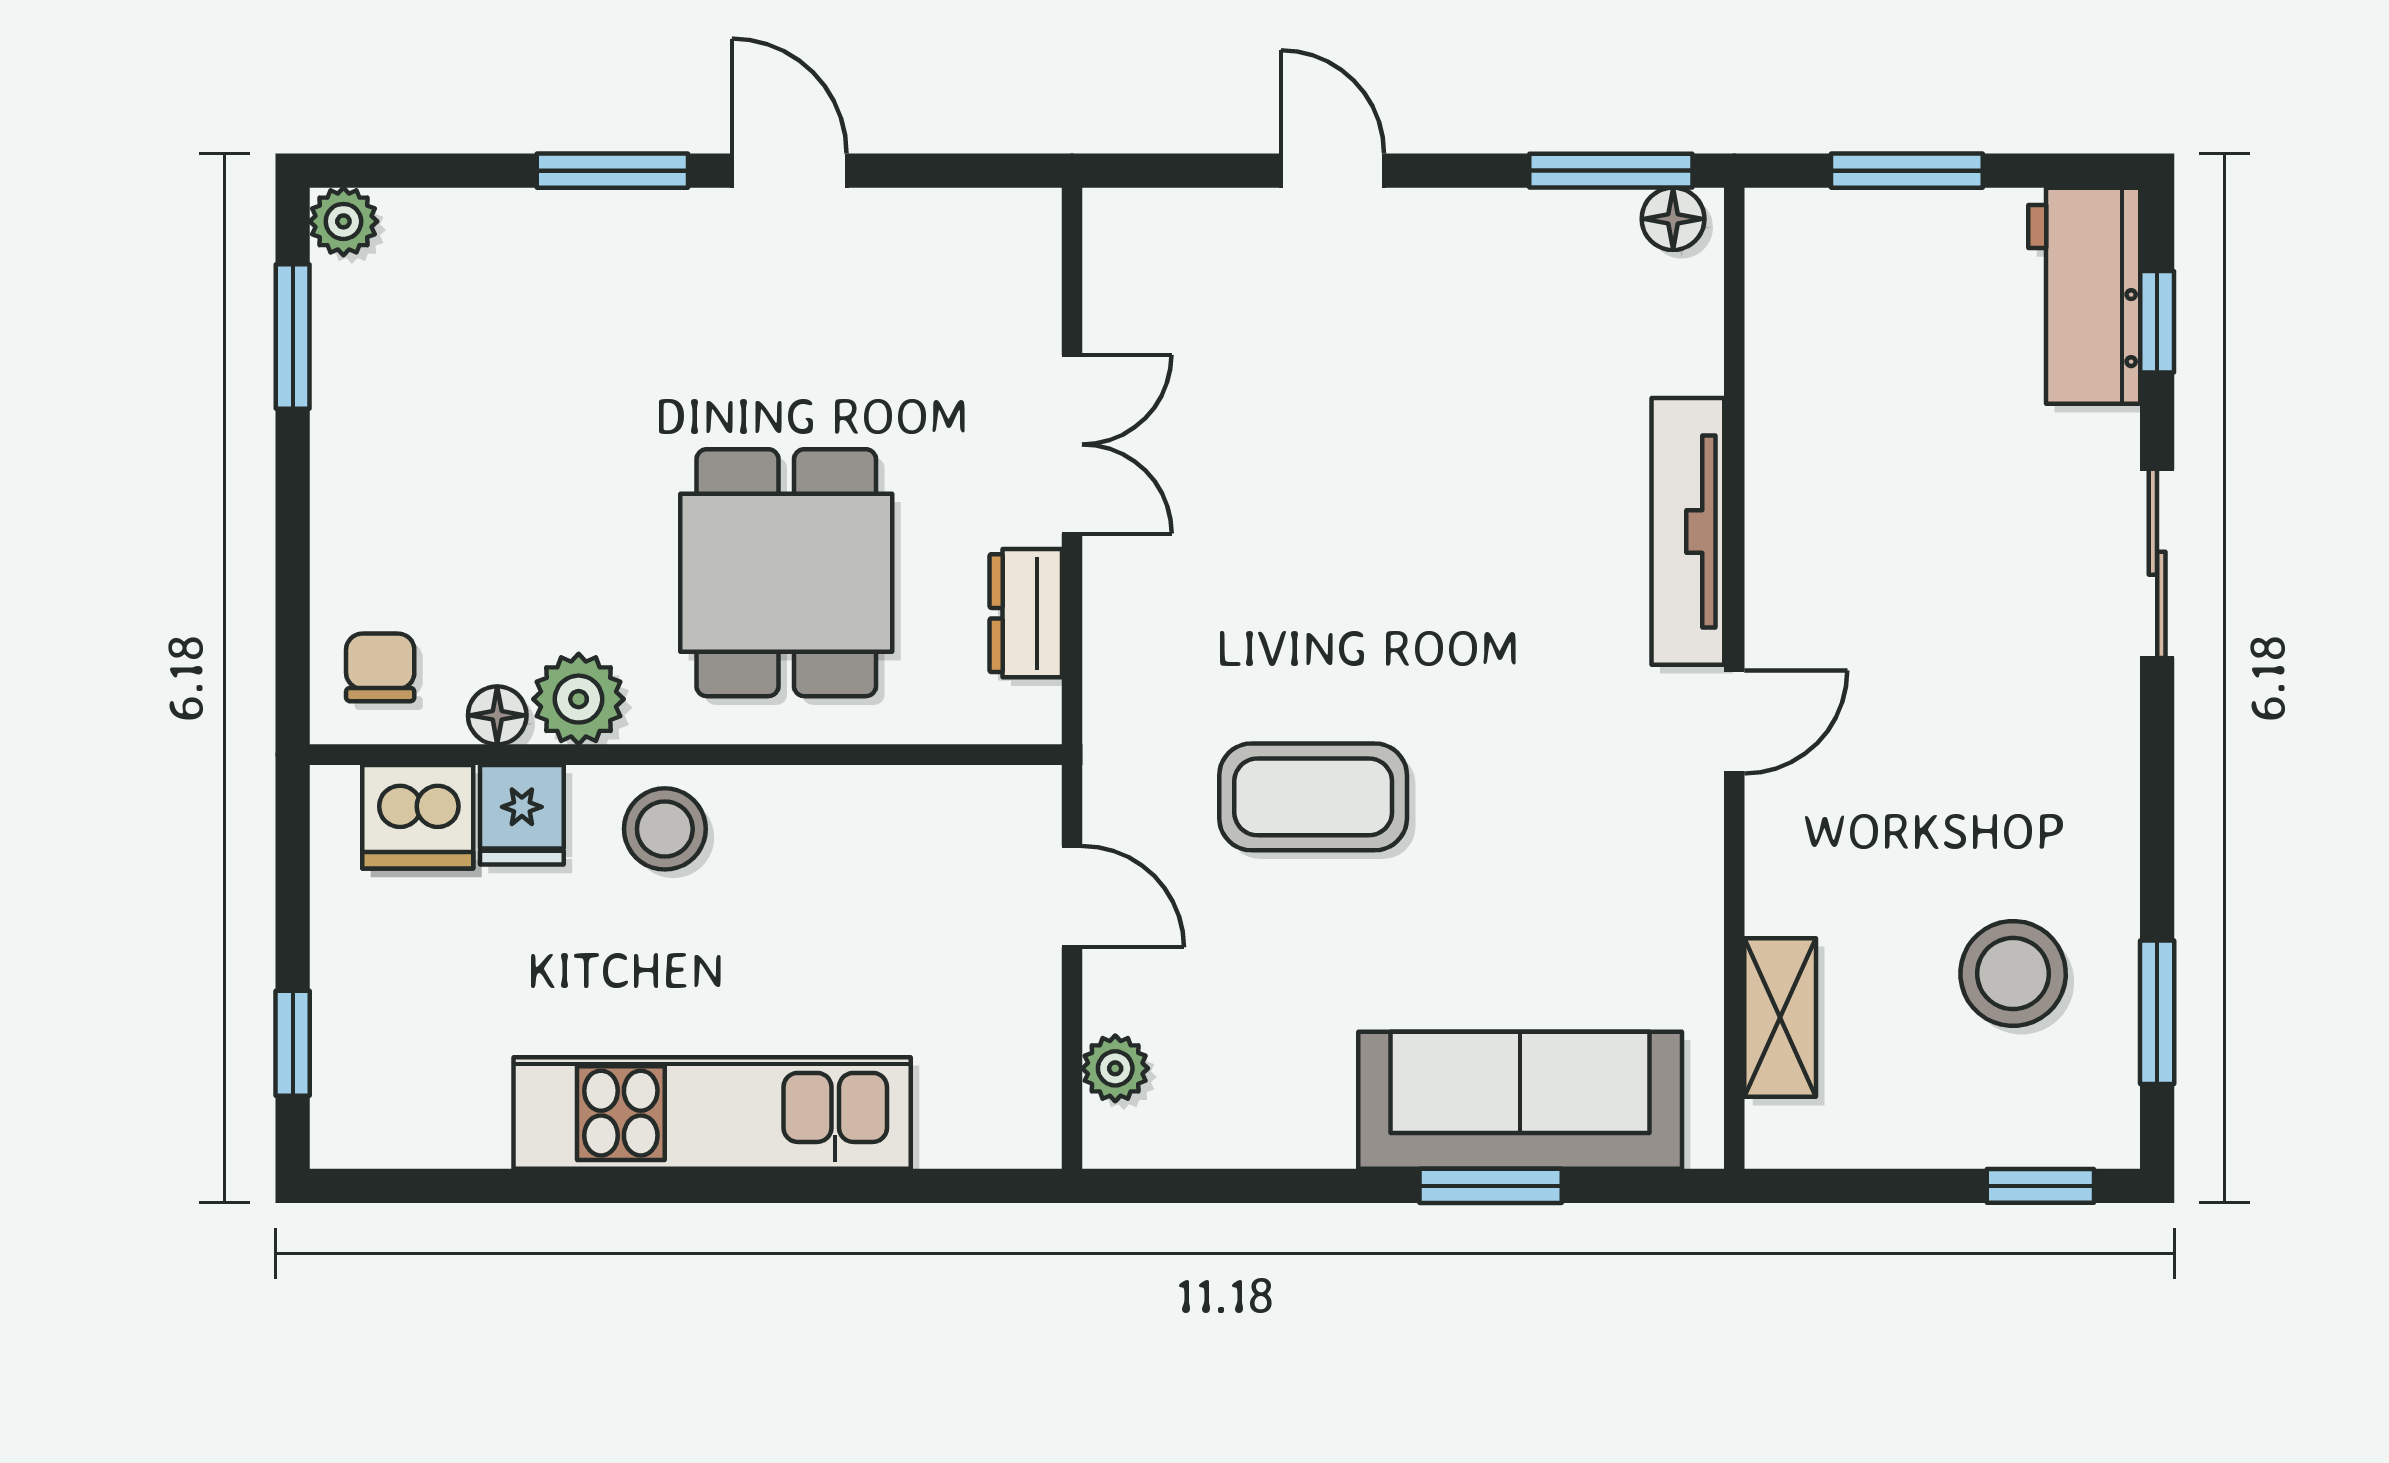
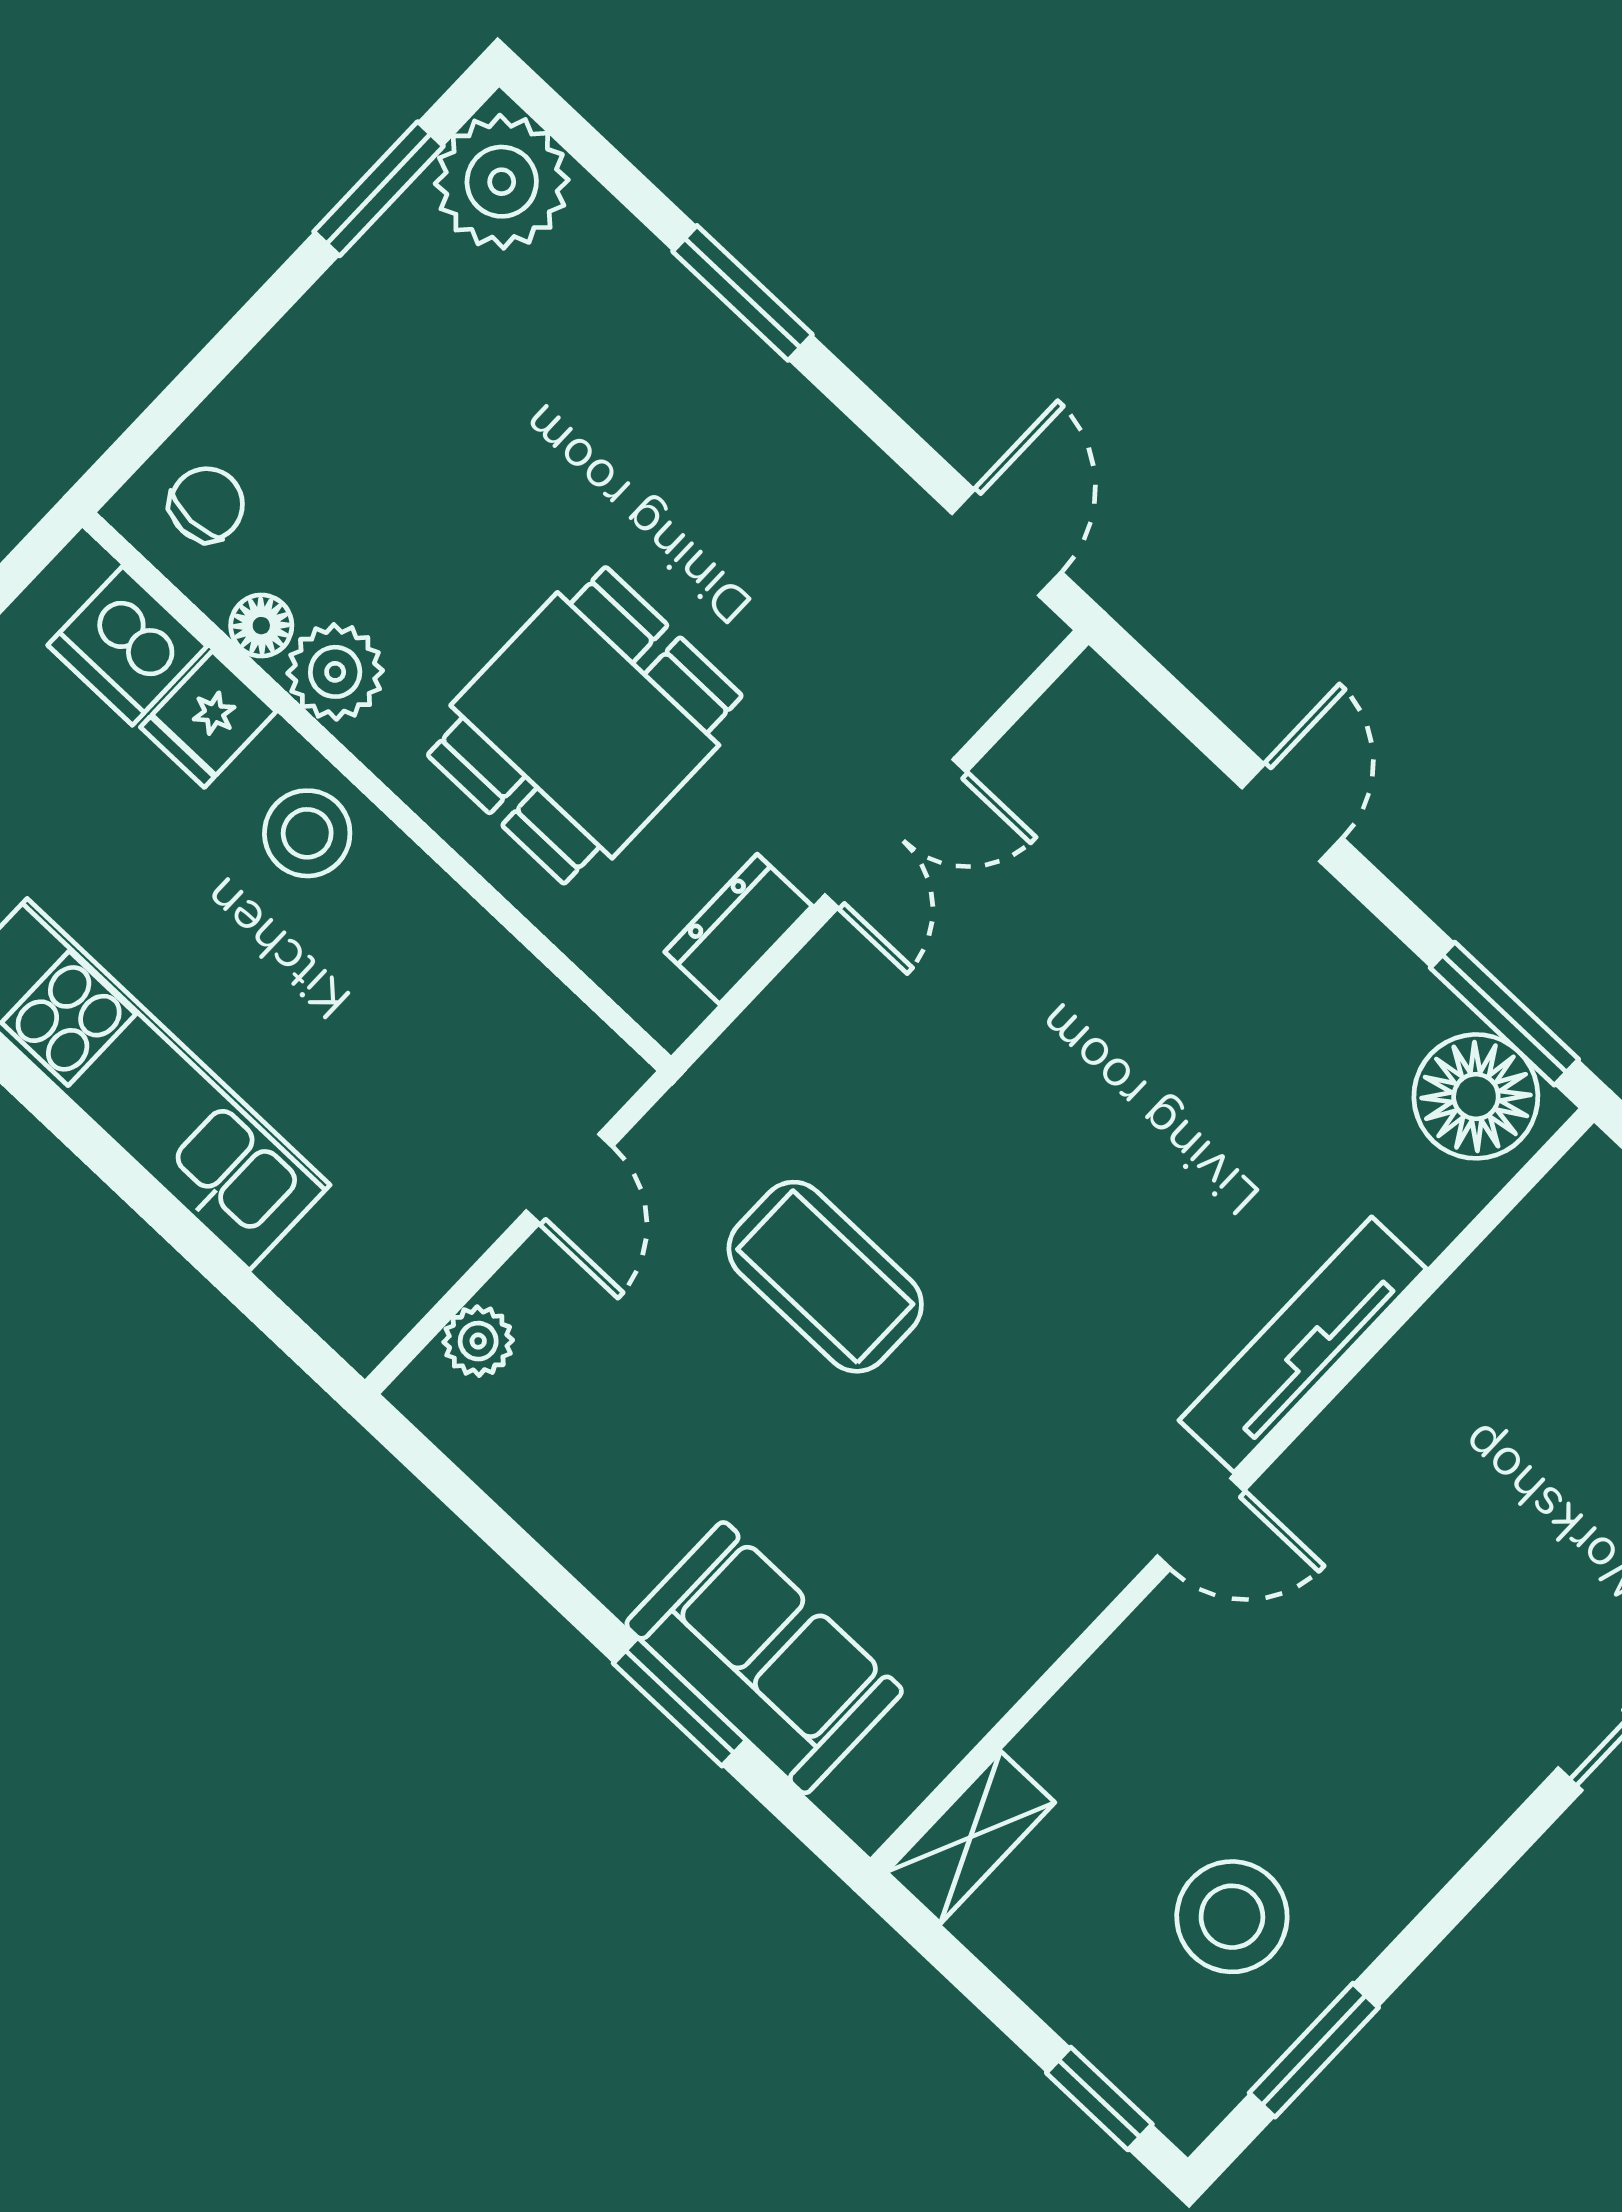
door: (789, 171) -> (1006, 543), moved
floor lamp: (1673, 219) -> (1476, 1096), width x1.89, depth x1.89
plant: (343, 221) -> (502, 182), width x1.88, depth x1.88
shelving: (1780, 1018) -> (970, 1837), moved
sofa: (1520, 1100) -> (764, 1658), width x0.73

